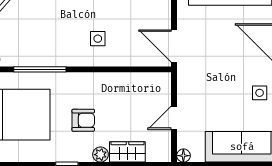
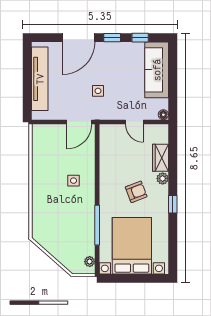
side table: (260, 93) -> (98, 91), moved
armchair: (83, 120) -> (136, 192), turned 69

